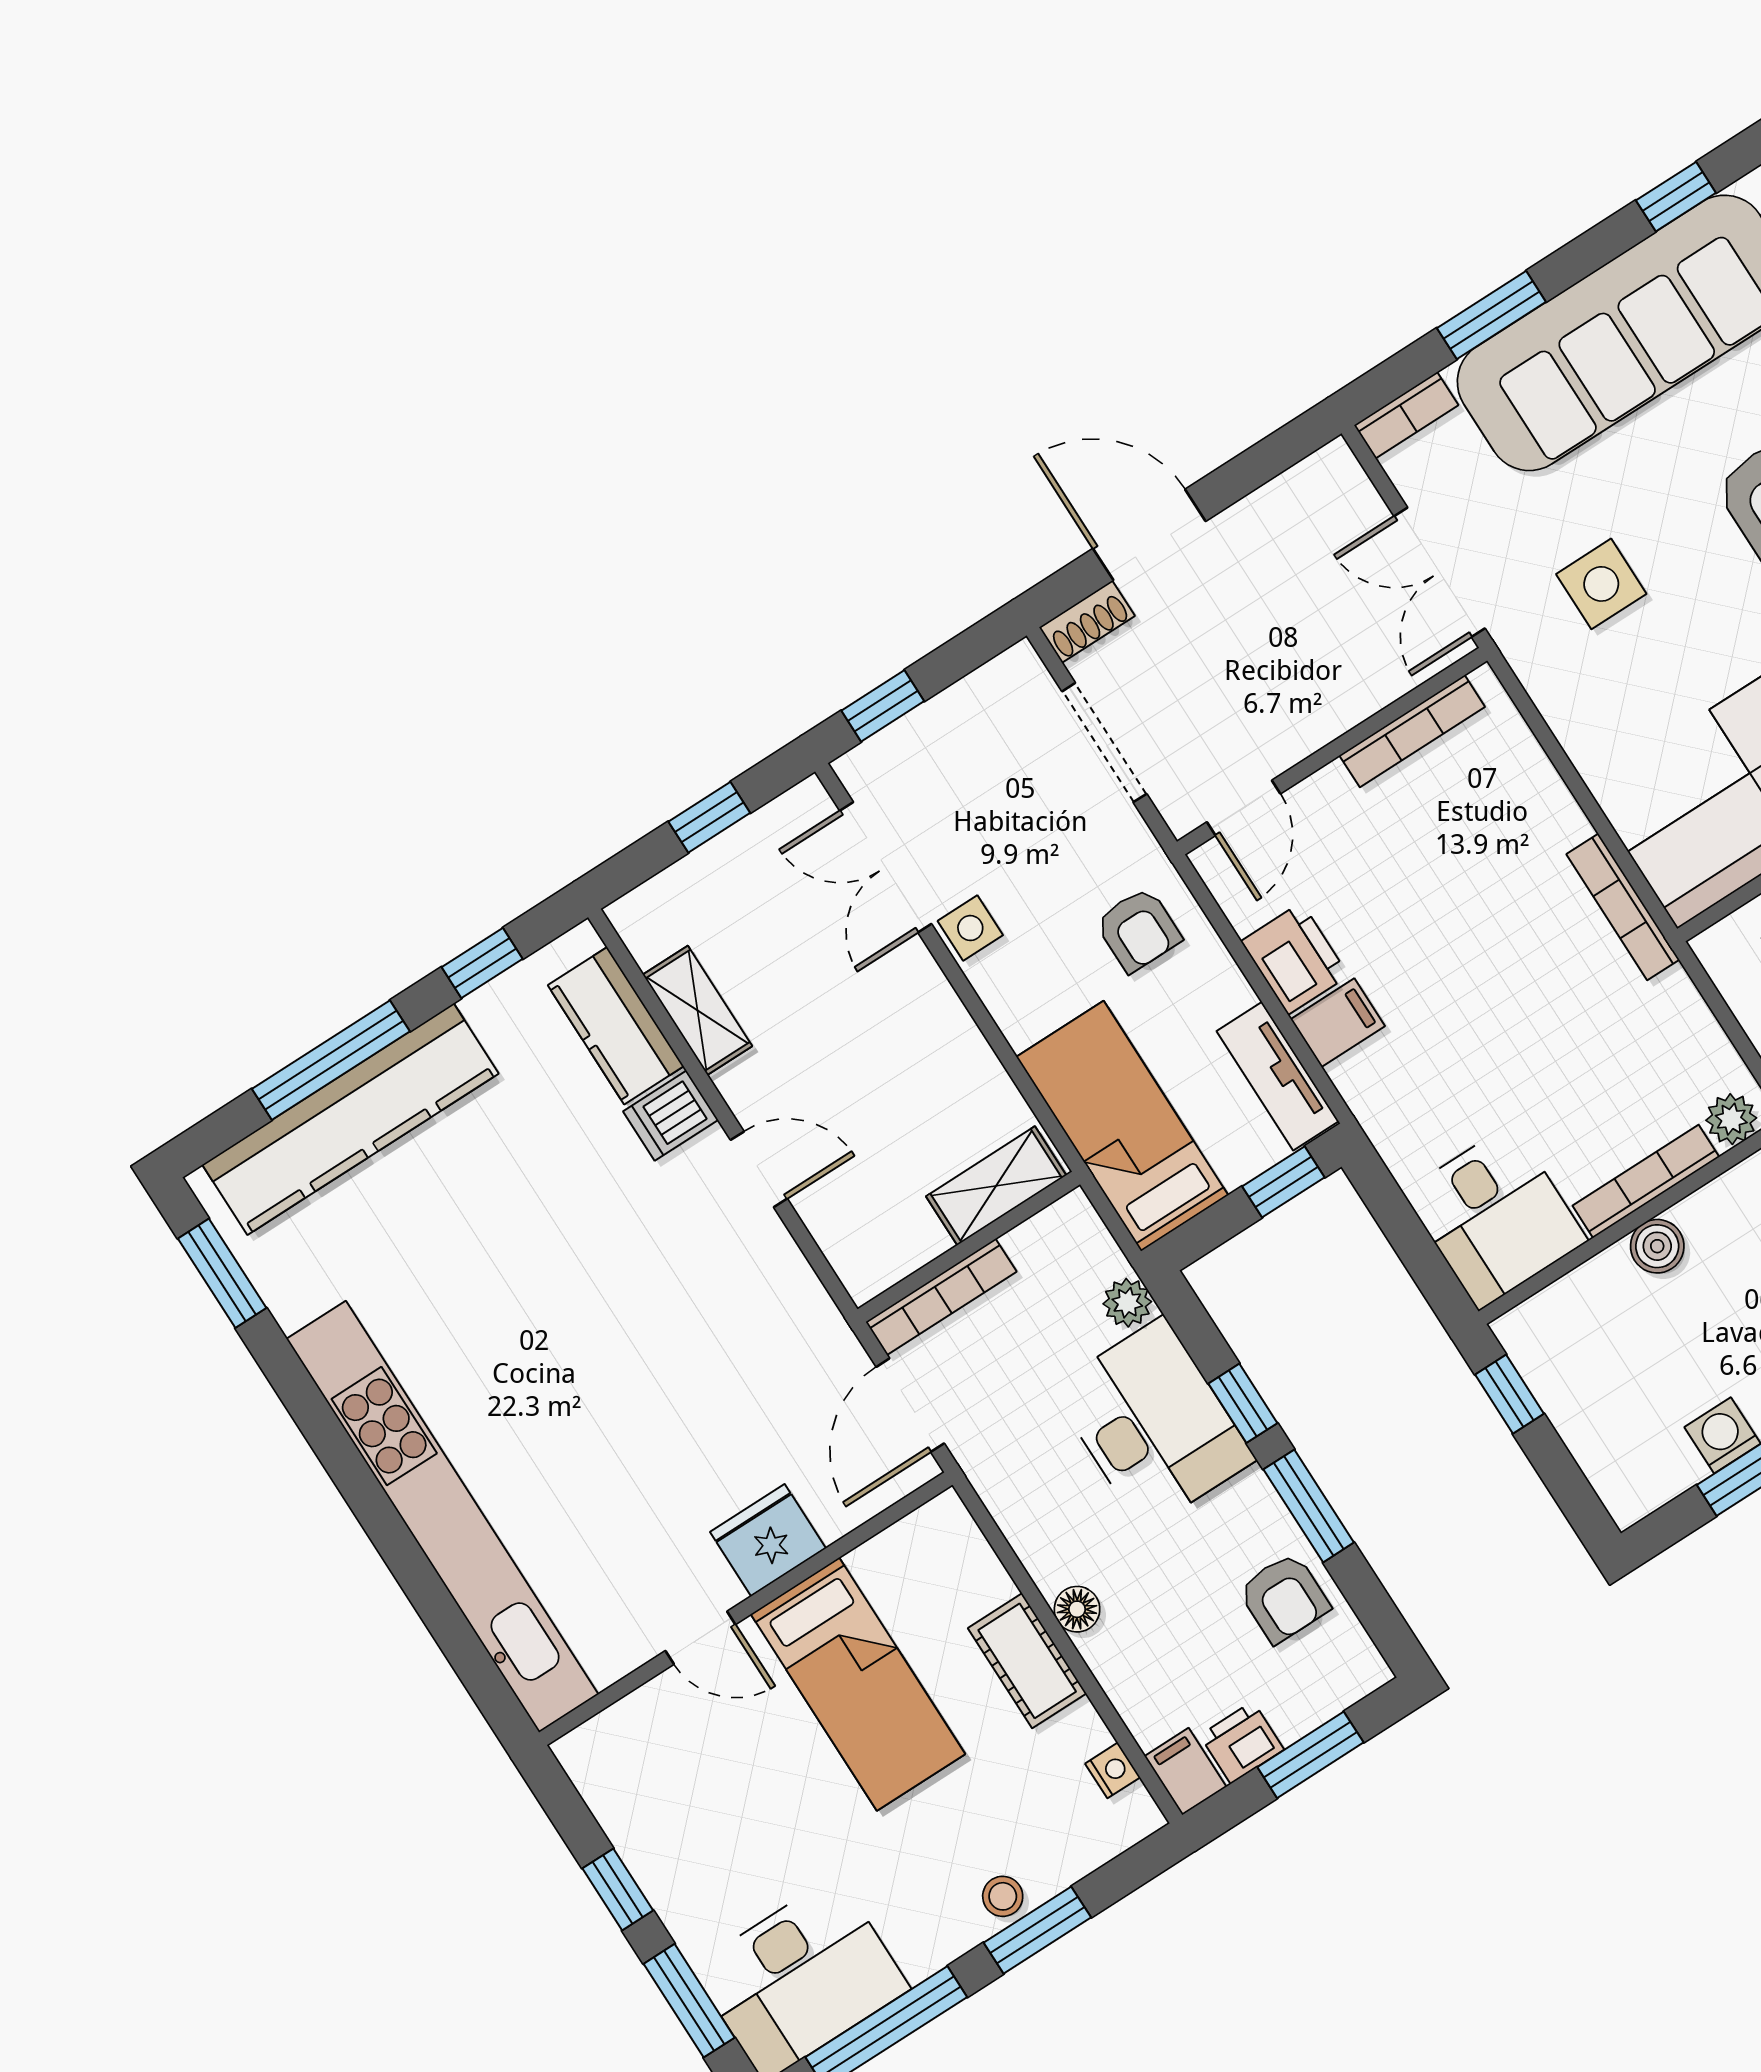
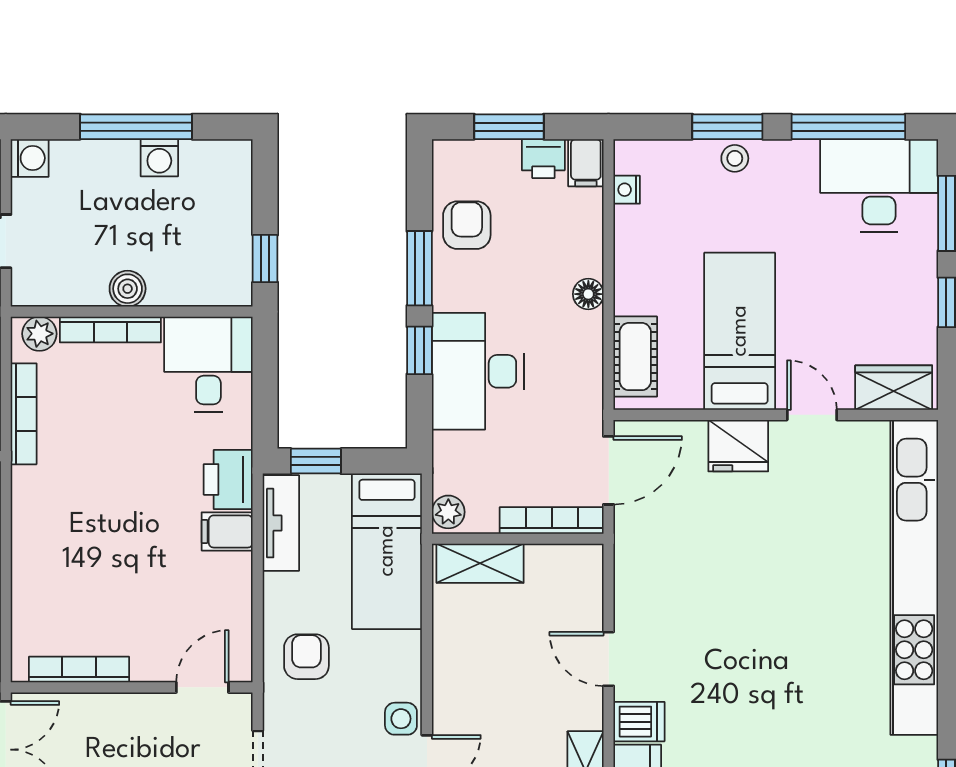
bookcase: (1623, 907) -> (24, 414), moved
printer: (1295, 958) -> (228, 479), moved
plant: (1127, 1303) -> (448, 512), moved
cot: (1027, 1661) -> (635, 357), moved
wardrobe: (620, 1737) -> (894, 388), added

